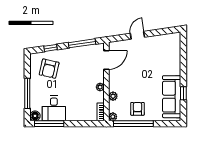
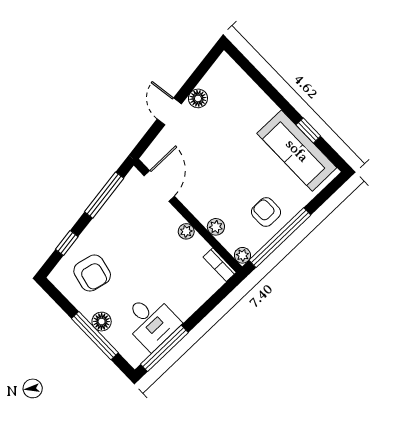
floor lamp: (153, 41) -> (198, 98), added
floor lamp: (35, 116) -> (102, 322), moved

